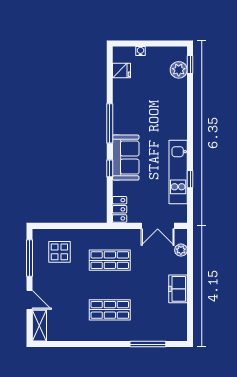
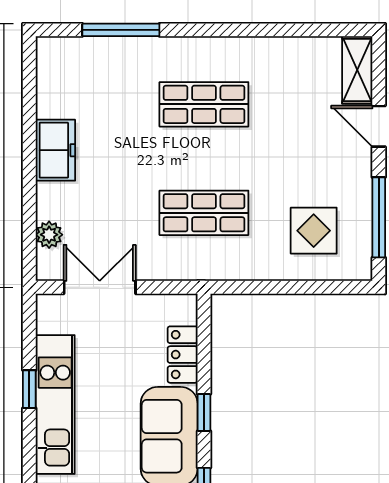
locker: (120, 209) -> (183, 355), moved

